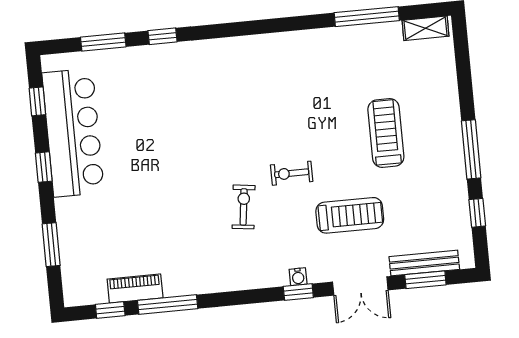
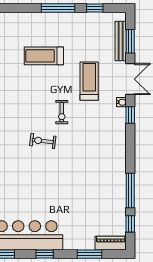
exercise bike: (244, 207) -> (43, 141), moved
water cooler: (298, 277) -> (121, 102), moved
piano: (135, 289) -> (111, 243), moved, turned 90

